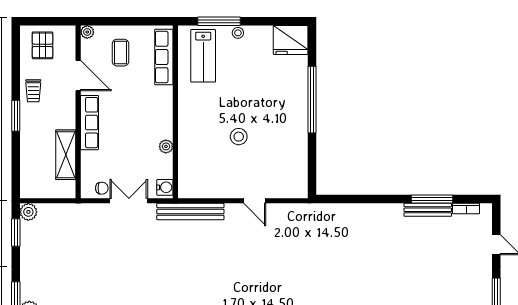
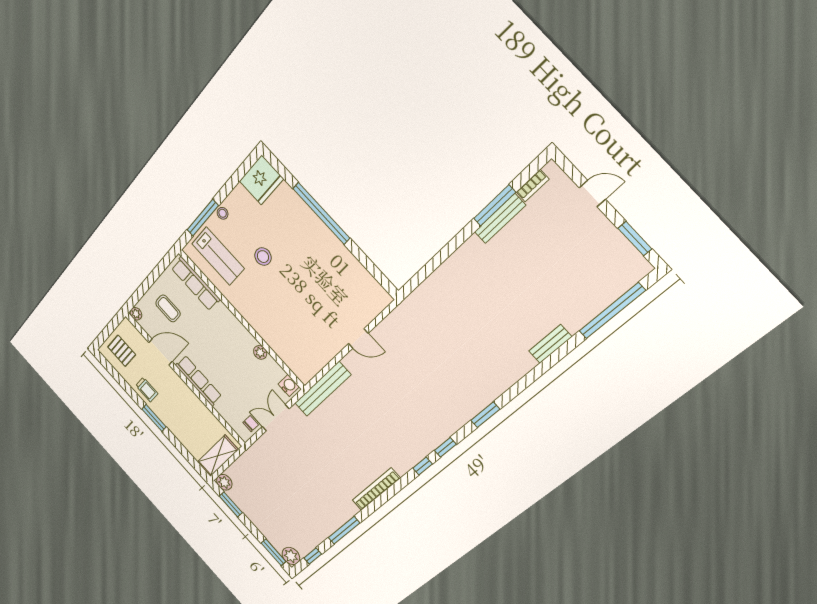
stool: (239, 137) -> (263, 257), moved
shelving: (66, 155) -> (218, 456), moved, turned 90

